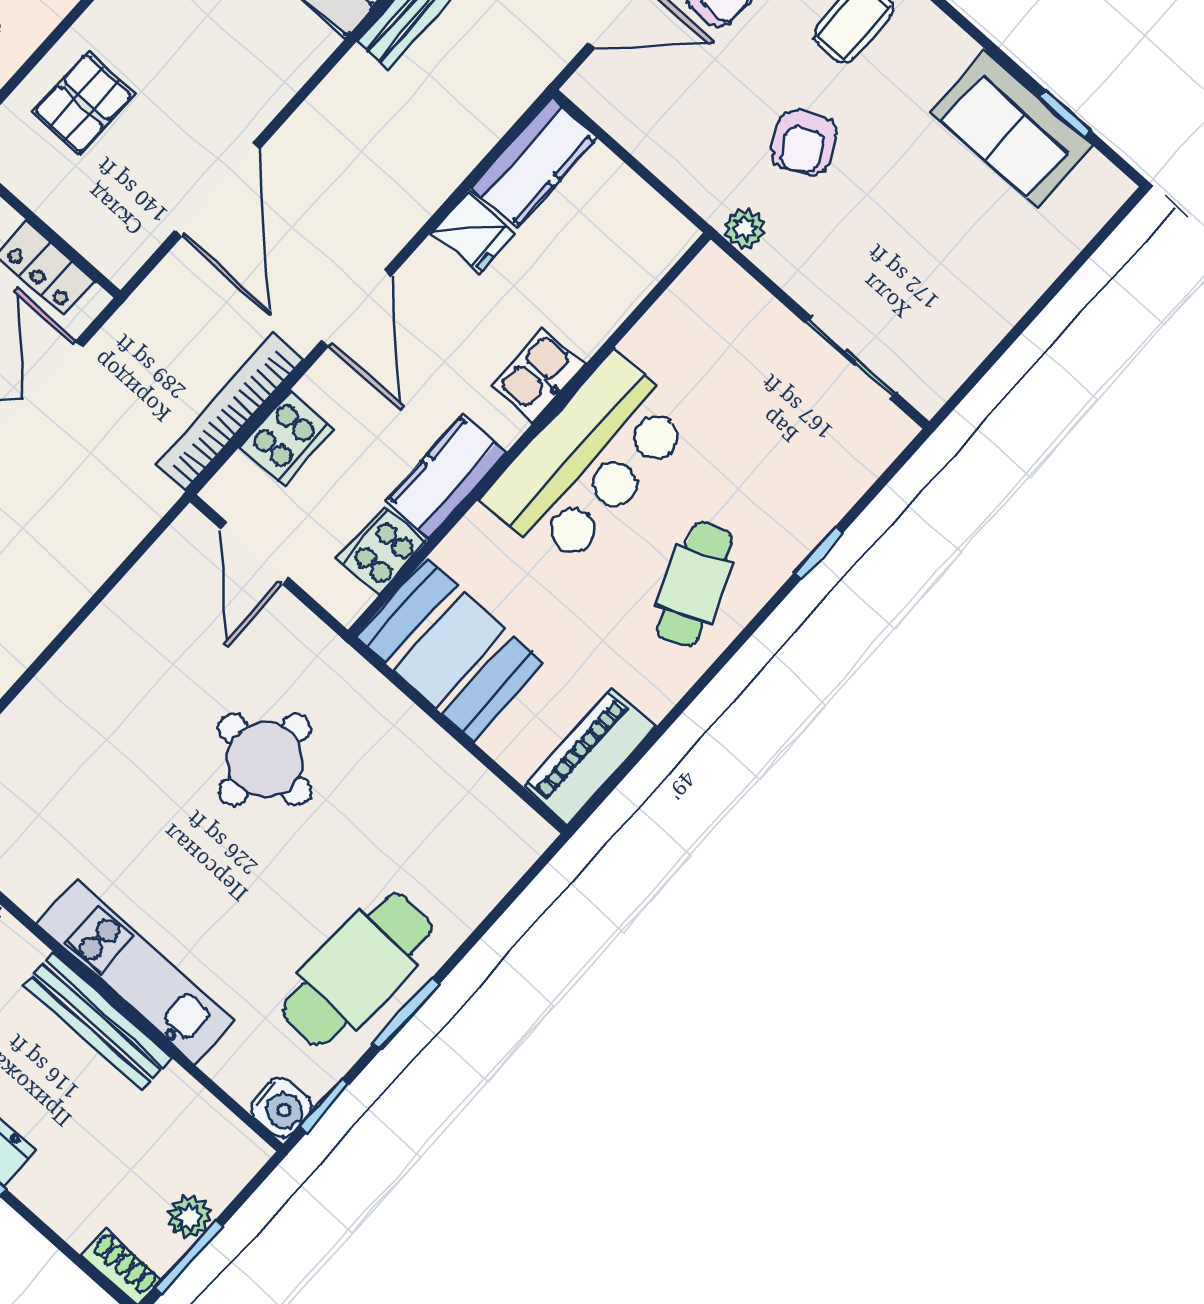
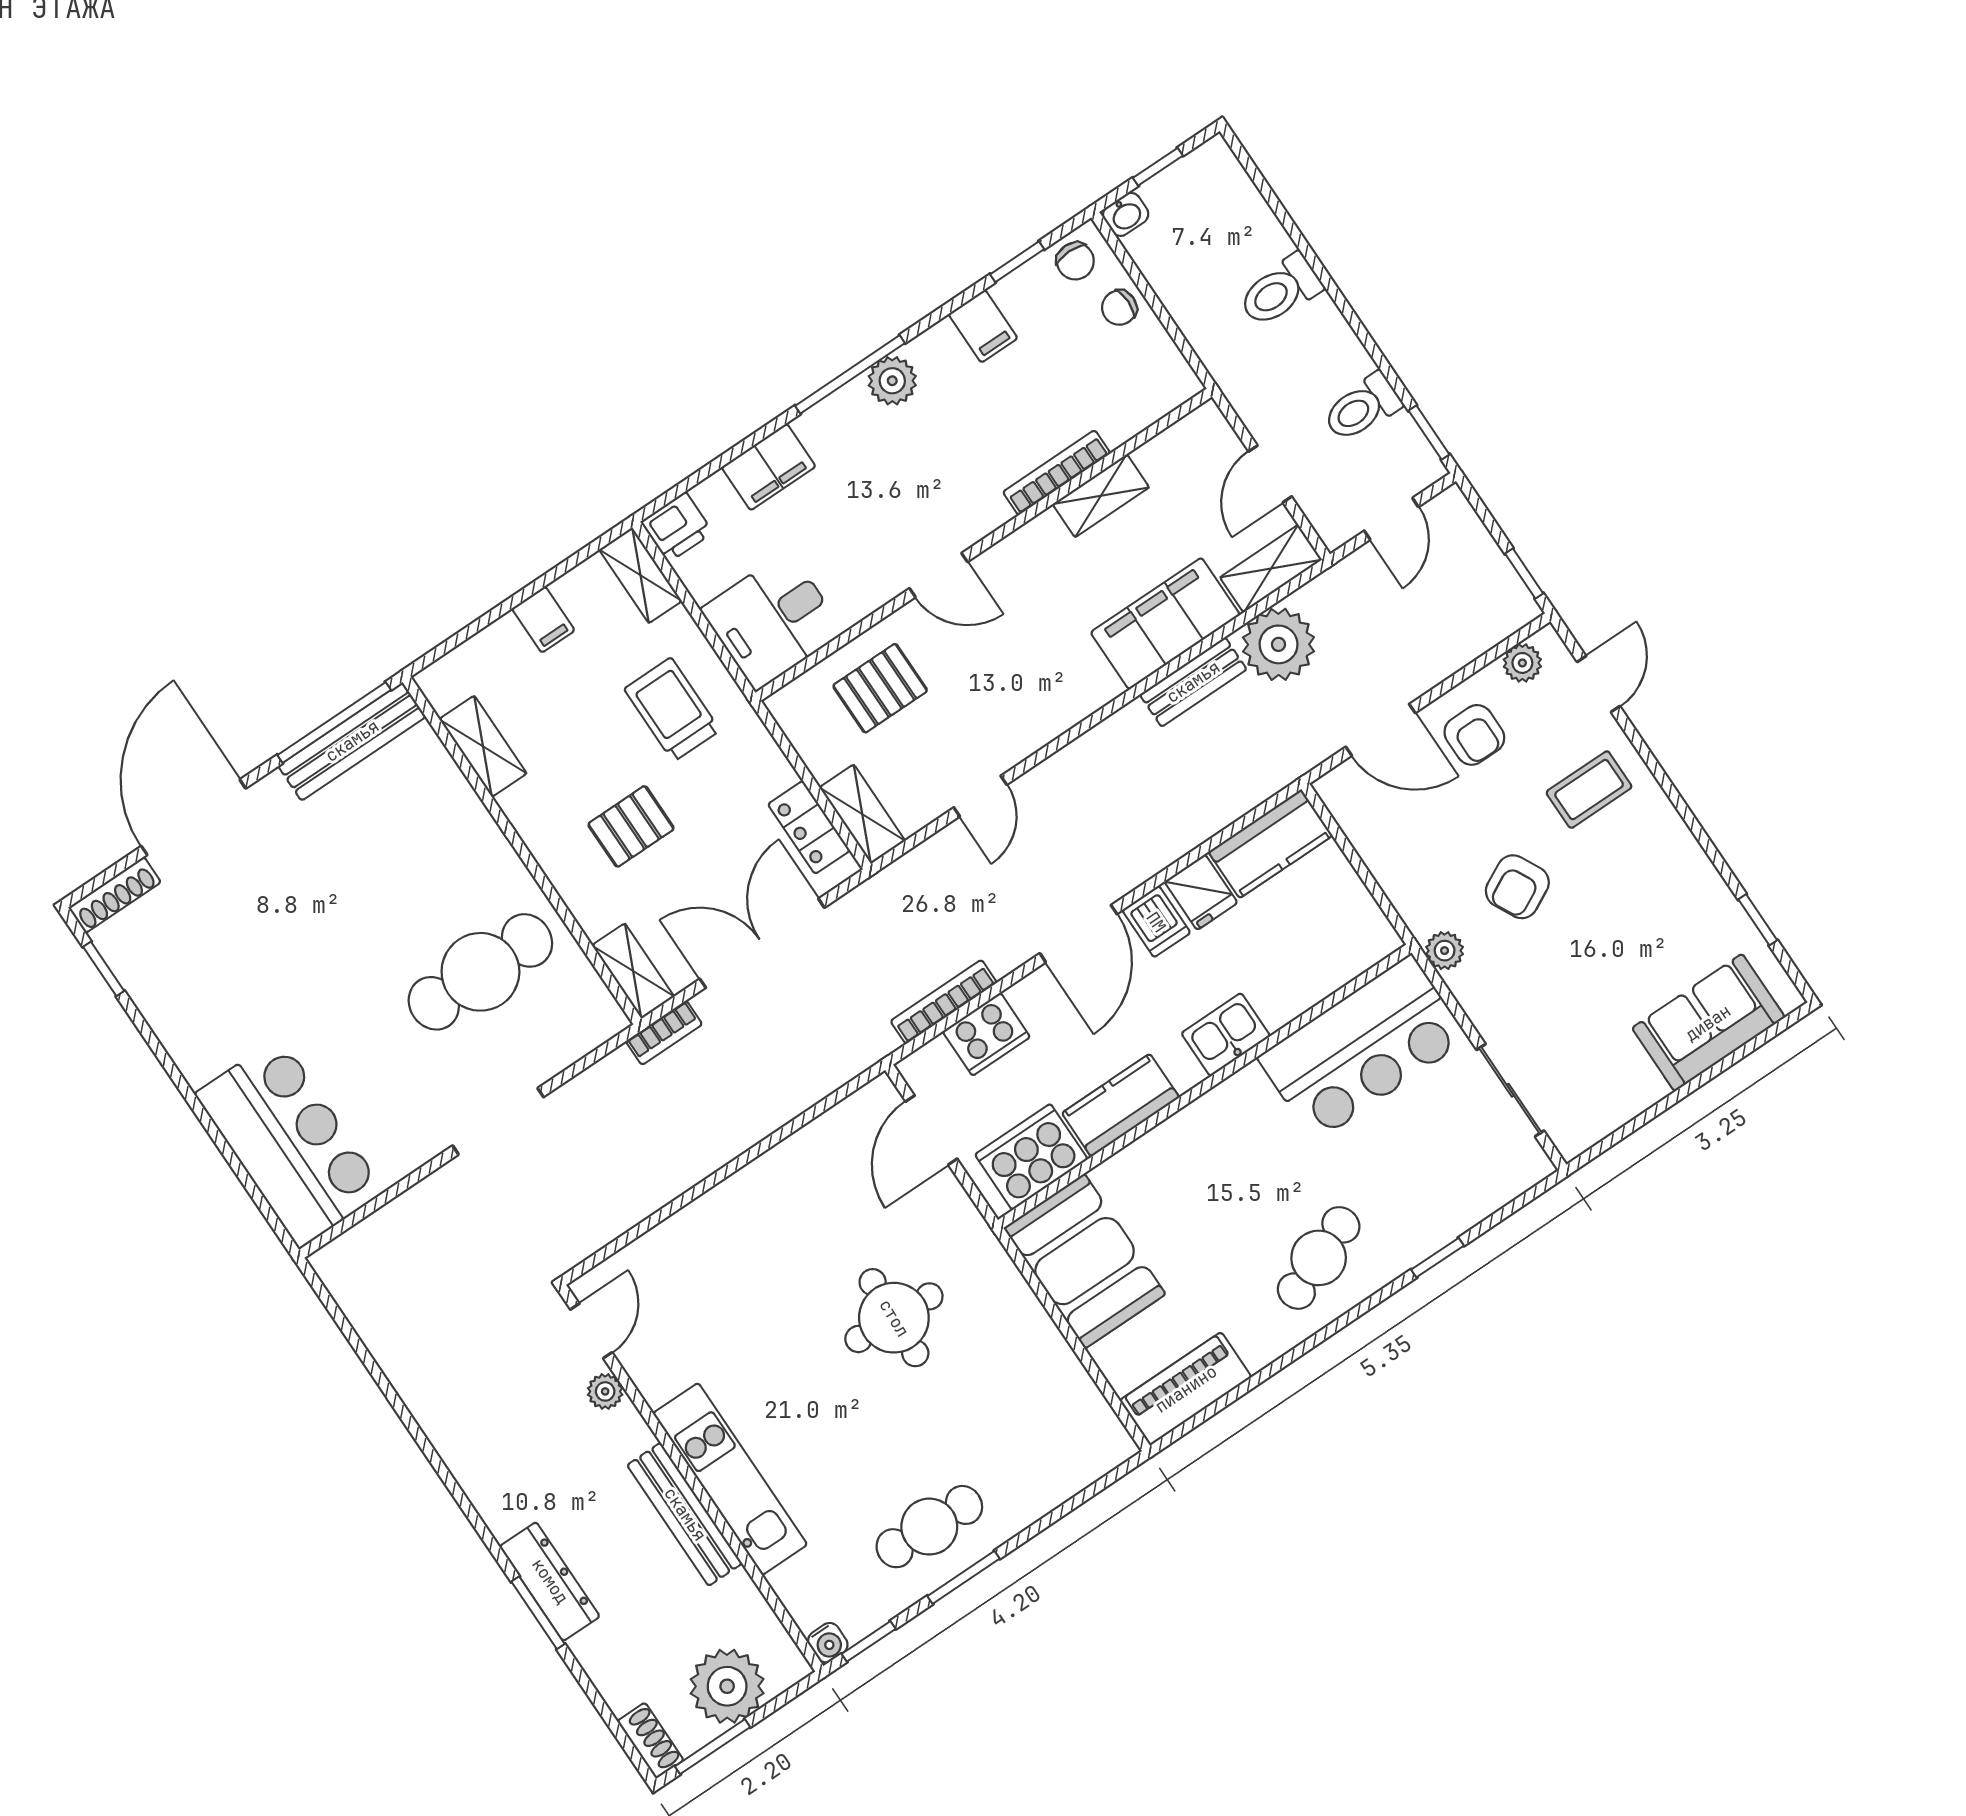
sofa: (1012, 129) -> (1708, 1023), moved, turned 90
door: (217, 190) -> (980, 796), width x0.53
shelving: (98, 240) -> (862, 814), added
dishwasher: (435, 275) -> (1156, 922), added
bookcase: (230, 412) -> (944, 1002), width x0.68, depth x0.76
bar counter: (588, 461) -> (1363, 1048), moved
cooker: (382, 550) -> (1031, 1157), width x1.37, depth x1.31
cafe table: (357, 969) -> (929, 1527), width x0.73, depth x0.74
water cooler: (281, 1108) -> (828, 1643), width x0.72, depth x0.72
plant: (189, 1217) -> (727, 1686), width x1.88, depth x1.88

